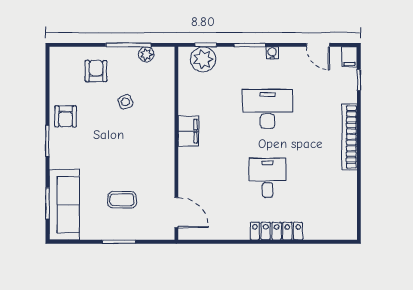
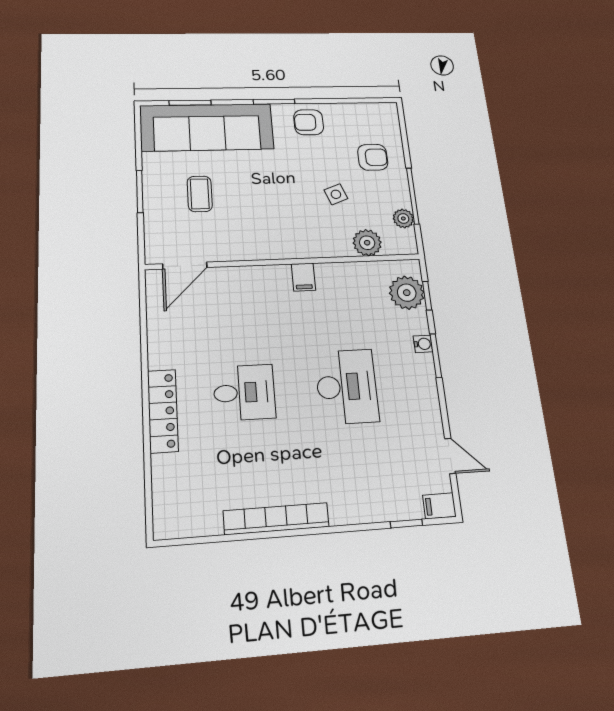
door: (318, 45) -> (450, 456), swing flipped
water cooler: (272, 53) -> (423, 344), moved
plant: (164, 83) -> (367, 243), added
filing cabinet: (188, 131) -> (303, 277), width x0.50
bookcase: (350, 137) -> (276, 519), moved
sofa: (64, 205) -> (207, 127), width x1.36, depth x1.27

